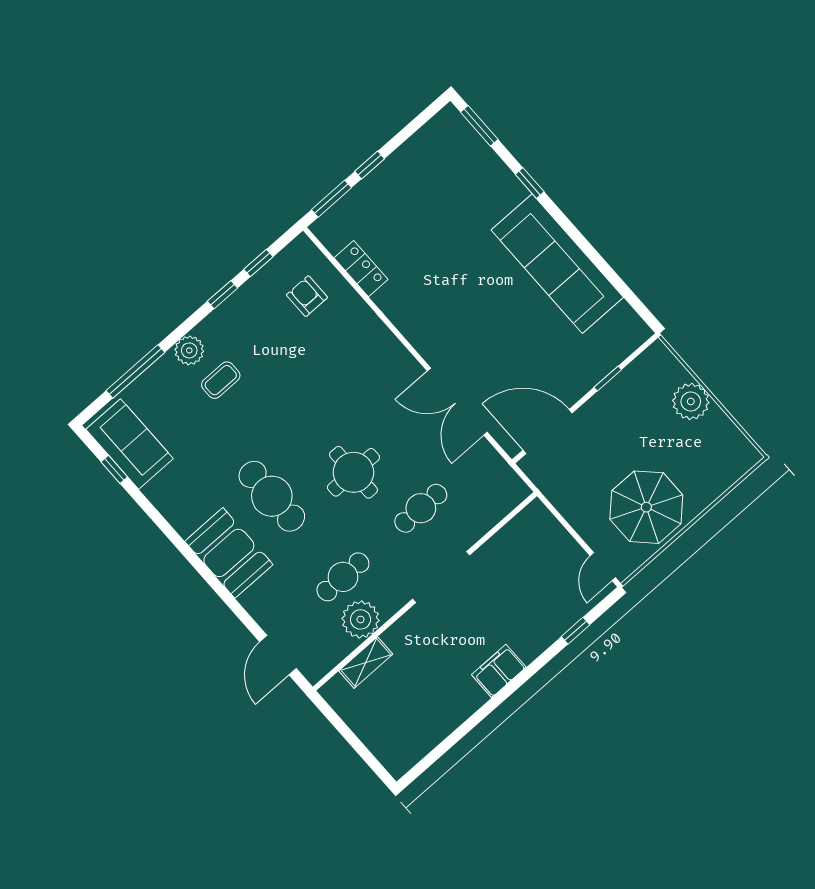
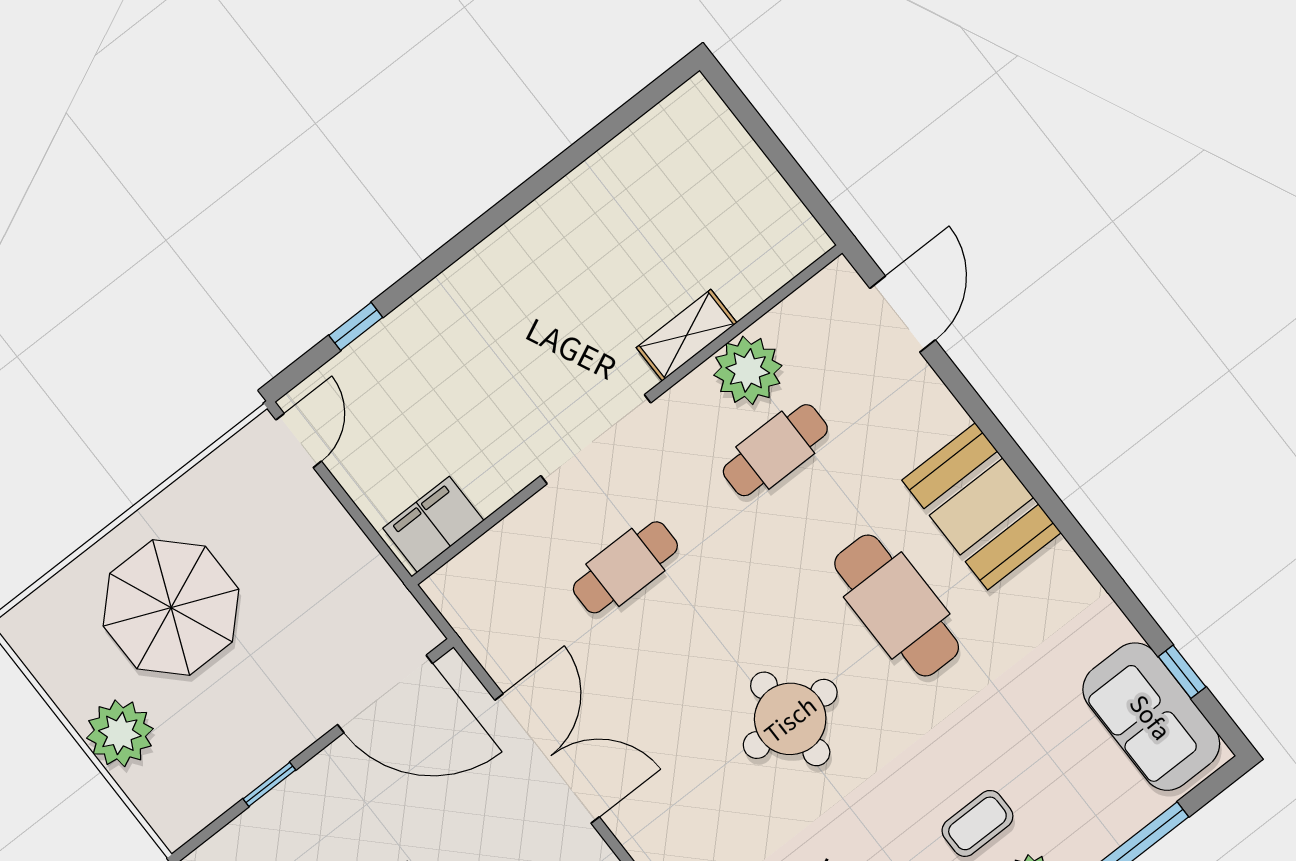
round table: (353, 472) -> (790, 719), moved
parasol: (646, 507) -> (171, 608), moved
shelving: (366, 662) -> (687, 335), moved
filing cabinet: (499, 671) -> (433, 524), moved, turned 180

